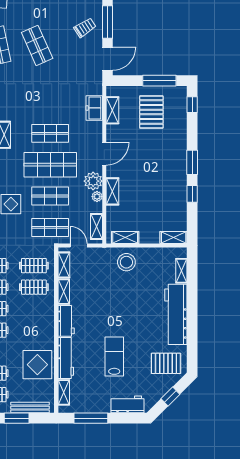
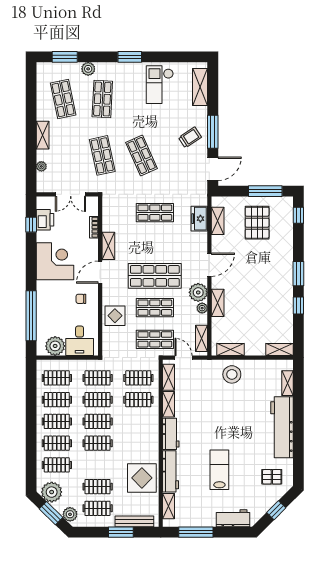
shop shelf: (50, 133) -> (155, 213), moved
pallet: (166, 363) -> (272, 477), width x0.67, depth x0.71

